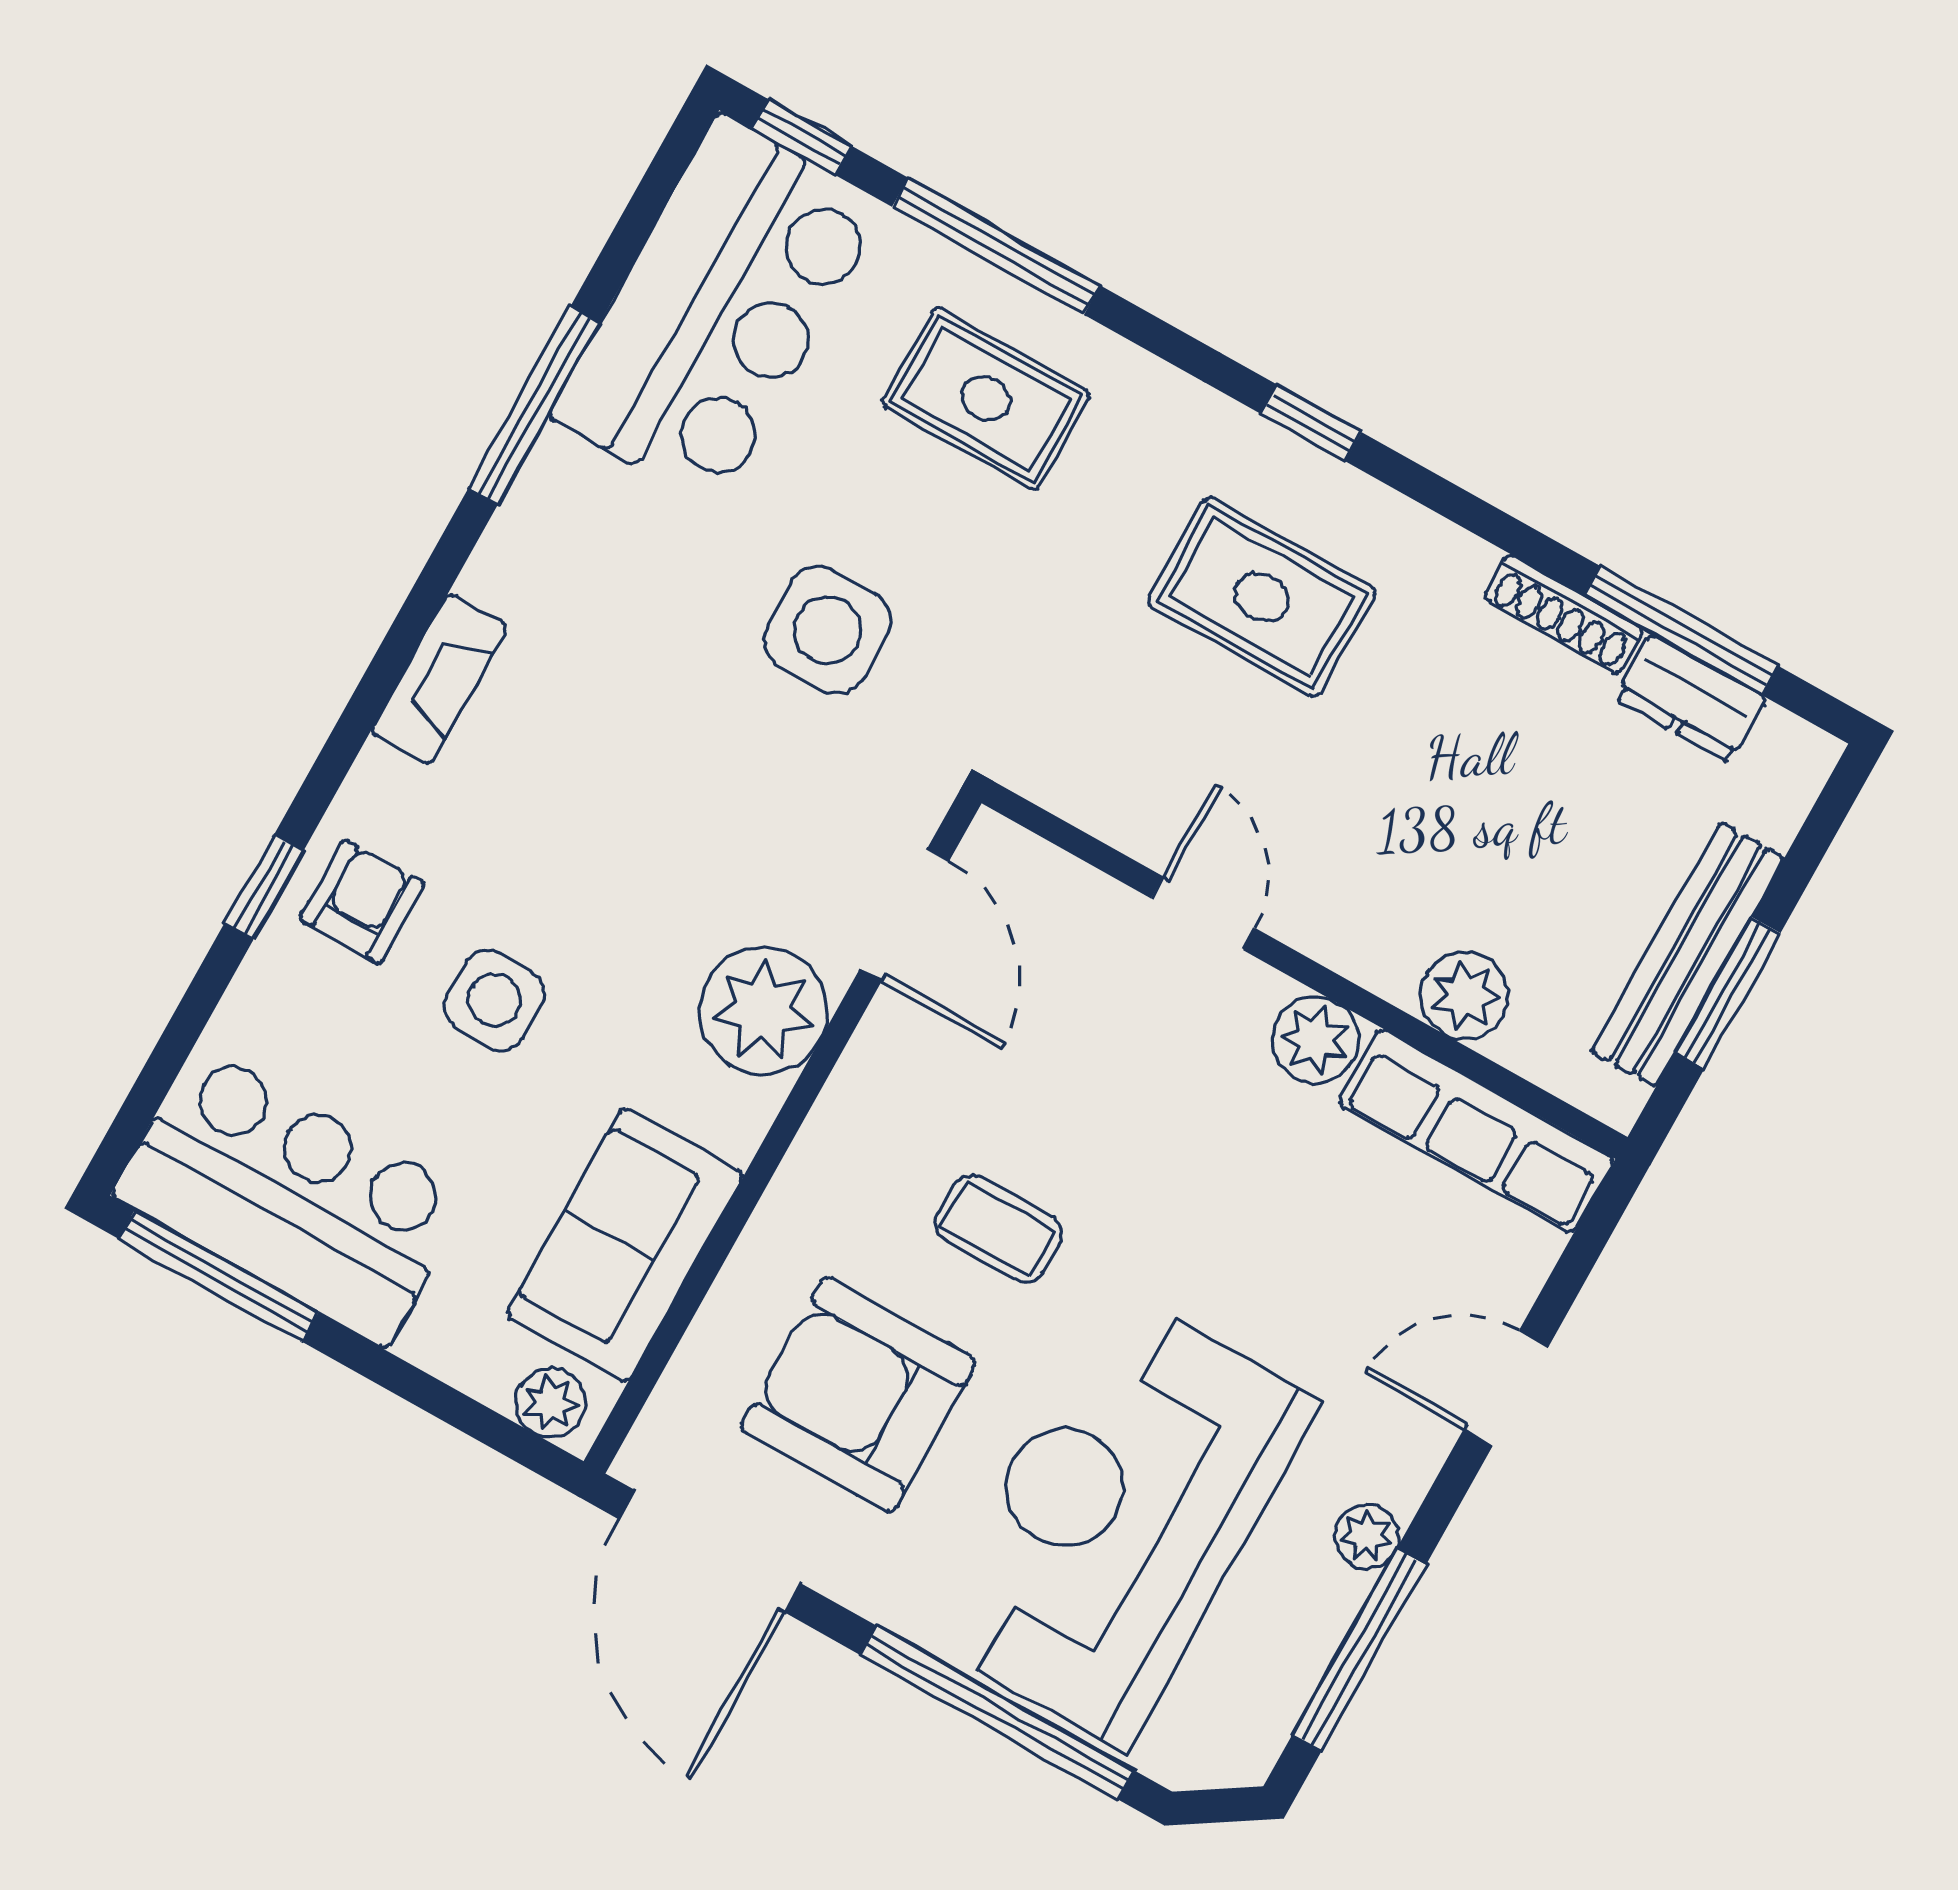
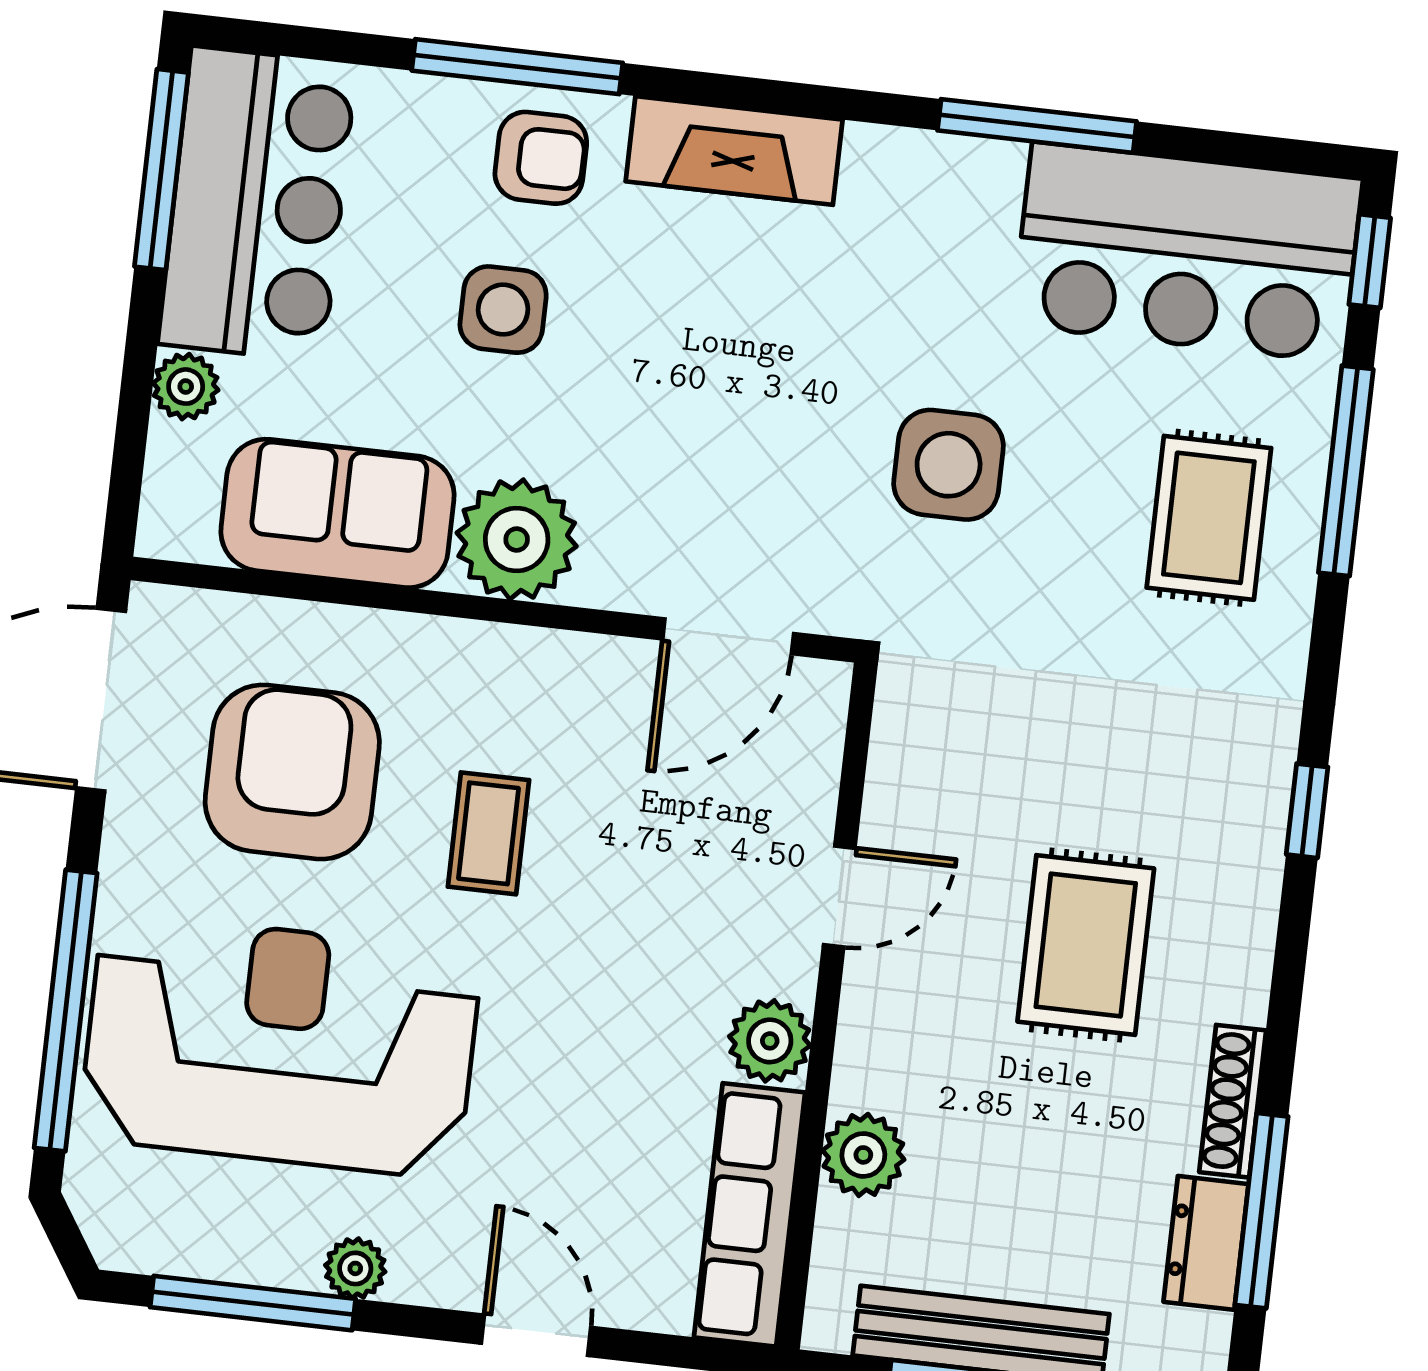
rug: (1262, 597) -> (1086, 945), moved
fireplace: (439, 679) -> (734, 151), width x1.37, depth x1.32
window: (264, 887) -> (517, 67), width x2.17
plant: (763, 1011) -> (517, 539), moved
plant: (551, 1403) -> (186, 387), moved

